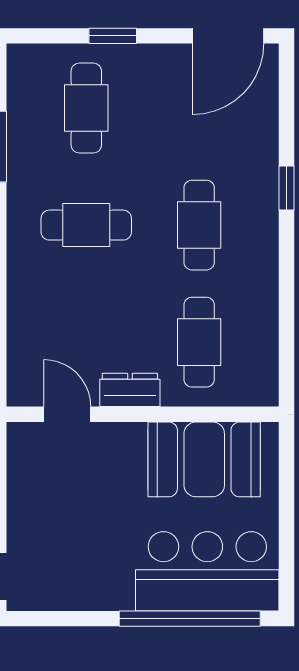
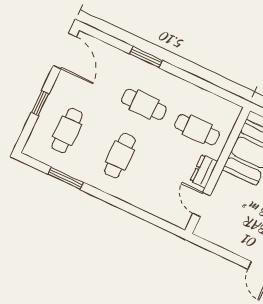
cafe table: (86, 108) -> (67, 131), turned 90
window: (287, 188) -> (146, 57), width x1.50
door: (67, 414) -> (202, 205), hinge flipped

